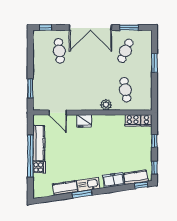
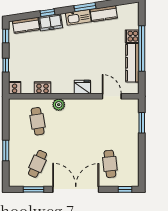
cooker: (133, 120) -> (42, 88), moved
window: (141, 185) -> (47, 13), moved

